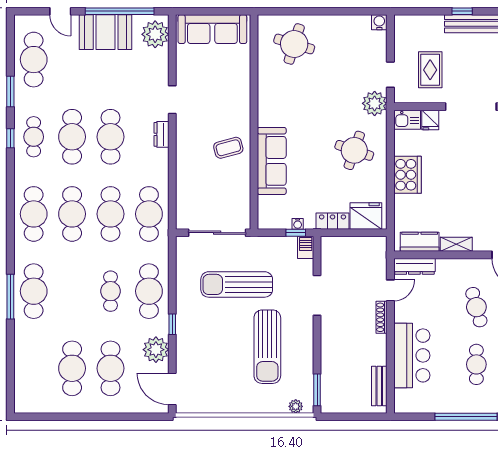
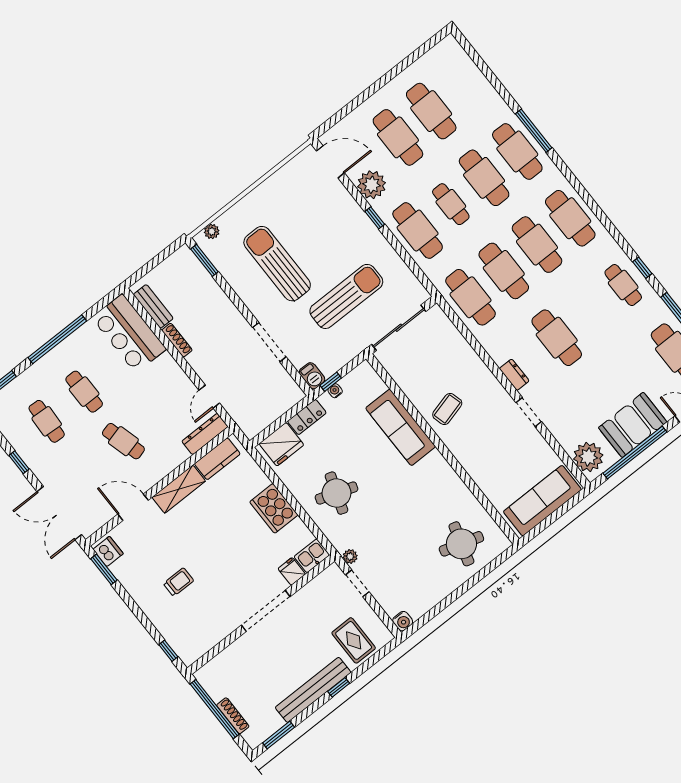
rug: (430, 70) -> (354, 640), moved
plant: (375, 103) -> (350, 556), width x0.53, depth x0.53
cafe table: (72, 137) -> (484, 178), moved
shelving: (456, 244) -> (179, 489), width x1.50, depth x1.33
shoe rack: (381, 317) -> (177, 340), moved
bar counter: (412, 355) -> (129, 334), moved

